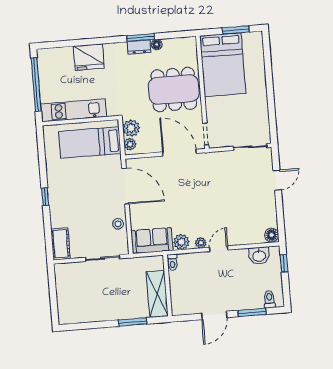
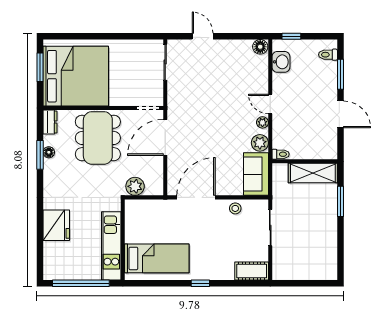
window: (141, 38) -> (40, 155), moved
dresser: (139, 47) -> (50, 122), moved
bed: (223, 65) -> (76, 76), width x1.36
bed: (90, 142) -> (157, 258), moved, turned -90
plant: (130, 144) -> (152, 189), removed

